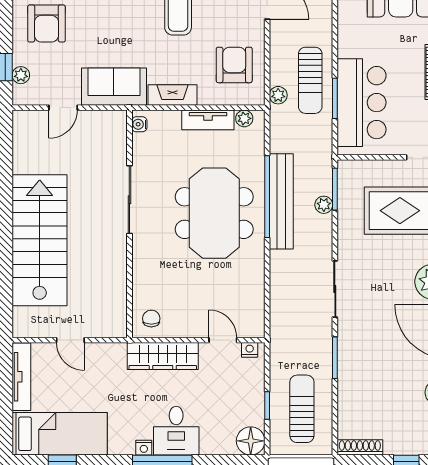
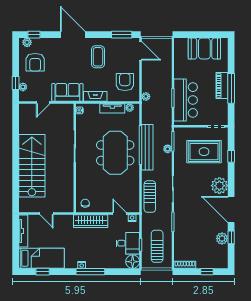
sun lounger: (310, 80) -> (150, 197), moved
desk: (176, 431) -> (128, 243), moved, turned -90

